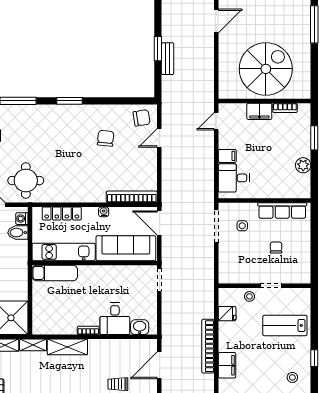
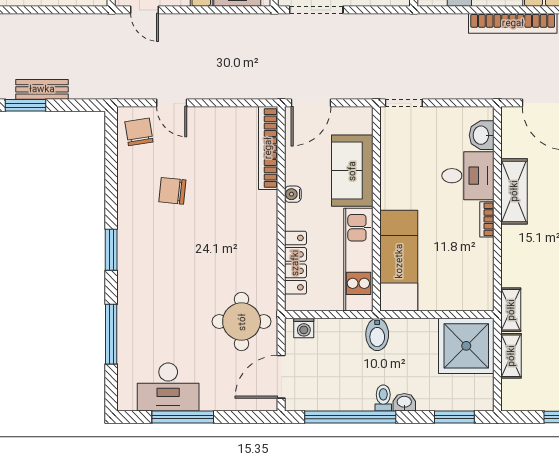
bidet: (18, 233) -> (377, 334), moved
sofa: (126, 248) -> (352, 171), width x0.73
exam couch: (55, 273) -> (399, 261), width x1.36, depth x1.45
shelving: (67, 347) -> (514, 191), moved

